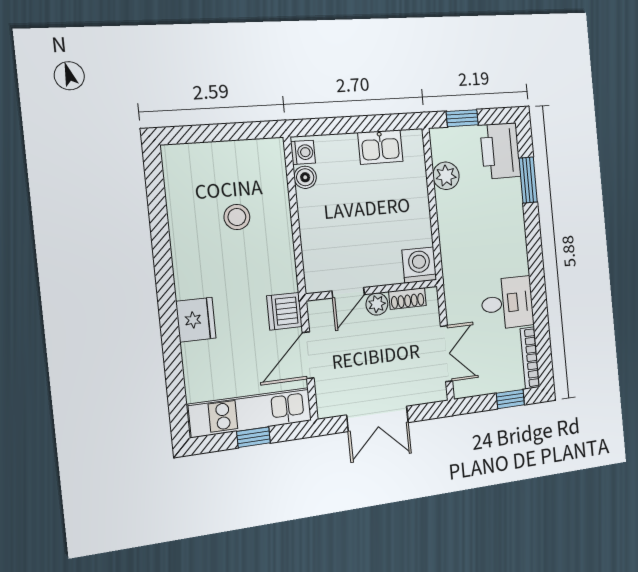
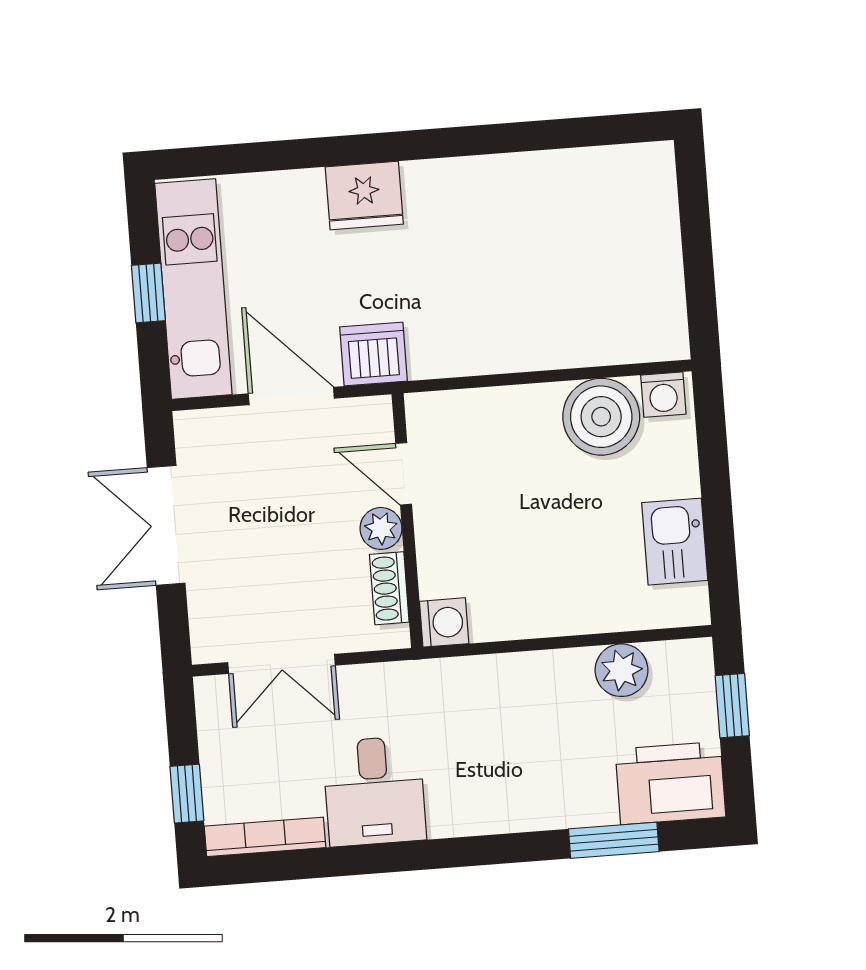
boiler: (305, 177) -> (601, 417), width x1.86, depth x1.86
stool: (237, 217) -> (546, 272), removed
washing machine: (419, 265) -> (444, 622), width x0.73, depth x0.73

